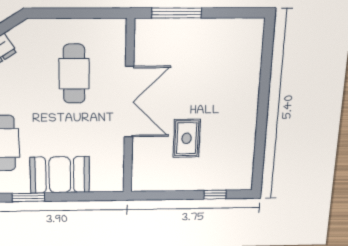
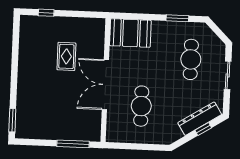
window: (268, 44) -> (12, 120), added
booth: (60, 175) -> (130, 33), moved

